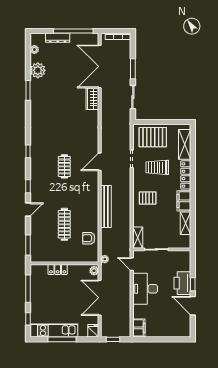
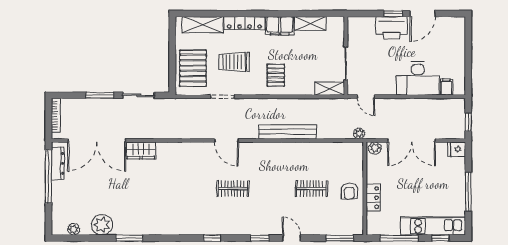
dresser: (58, 38) -> (58, 163), moved
trolley: (157, 167) -> (234, 62), turned 90
clothes rail: (64, 224) -> (312, 189), width x0.73
armchair: (89, 238) -> (349, 191), moved
door: (132, 264) -> (366, 97), hinge flipped
desk: (145, 289) -> (418, 78), moved
filing cabinet: (139, 328) -> (446, 87), width x0.50
kitchen unit: (54, 331) -> (433, 226), moved, turned 90

